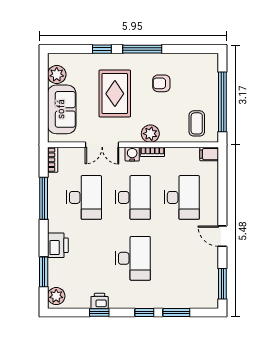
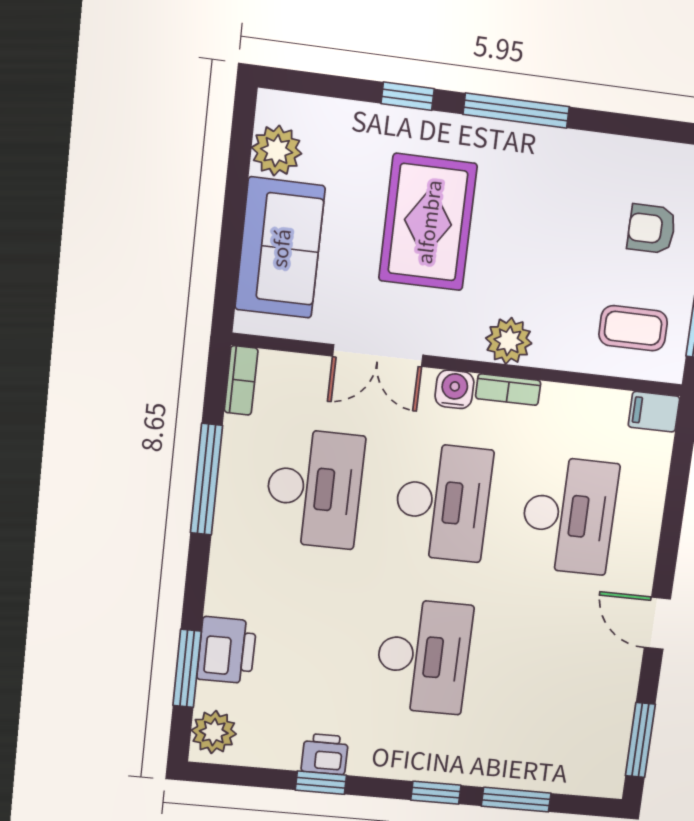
armchair: (161, 83) -> (651, 229), moved
coffee table: (197, 123) -> (633, 328), turned 90
printer: (58, 245) -> (227, 650), moved

